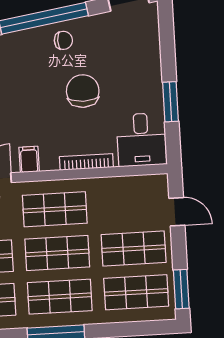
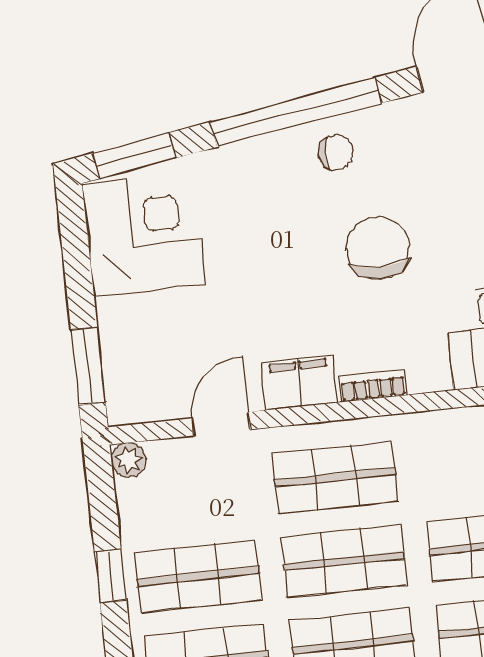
filing cabinet: (29, 159) -> (299, 382), width x2.00
bookcase: (86, 162) -> (373, 386), width x0.64

